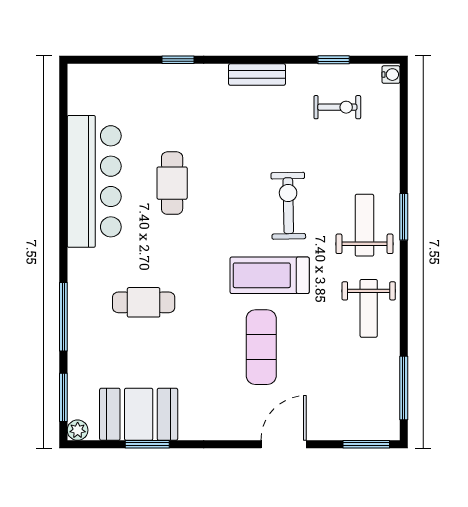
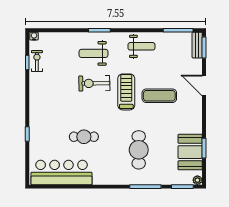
bench: (257, 75) -> (197, 45), moved
exercise bike: (337, 107) -> (37, 61), moved
bar counter: (94, 181) -> (62, 173), moved
weight bench: (364, 225) -> (93, 53), moved
treadmill: (270, 275) -> (126, 92), turned 180
cafe table: (144, 302) -> (139, 150), width x1.37, depth x1.35

